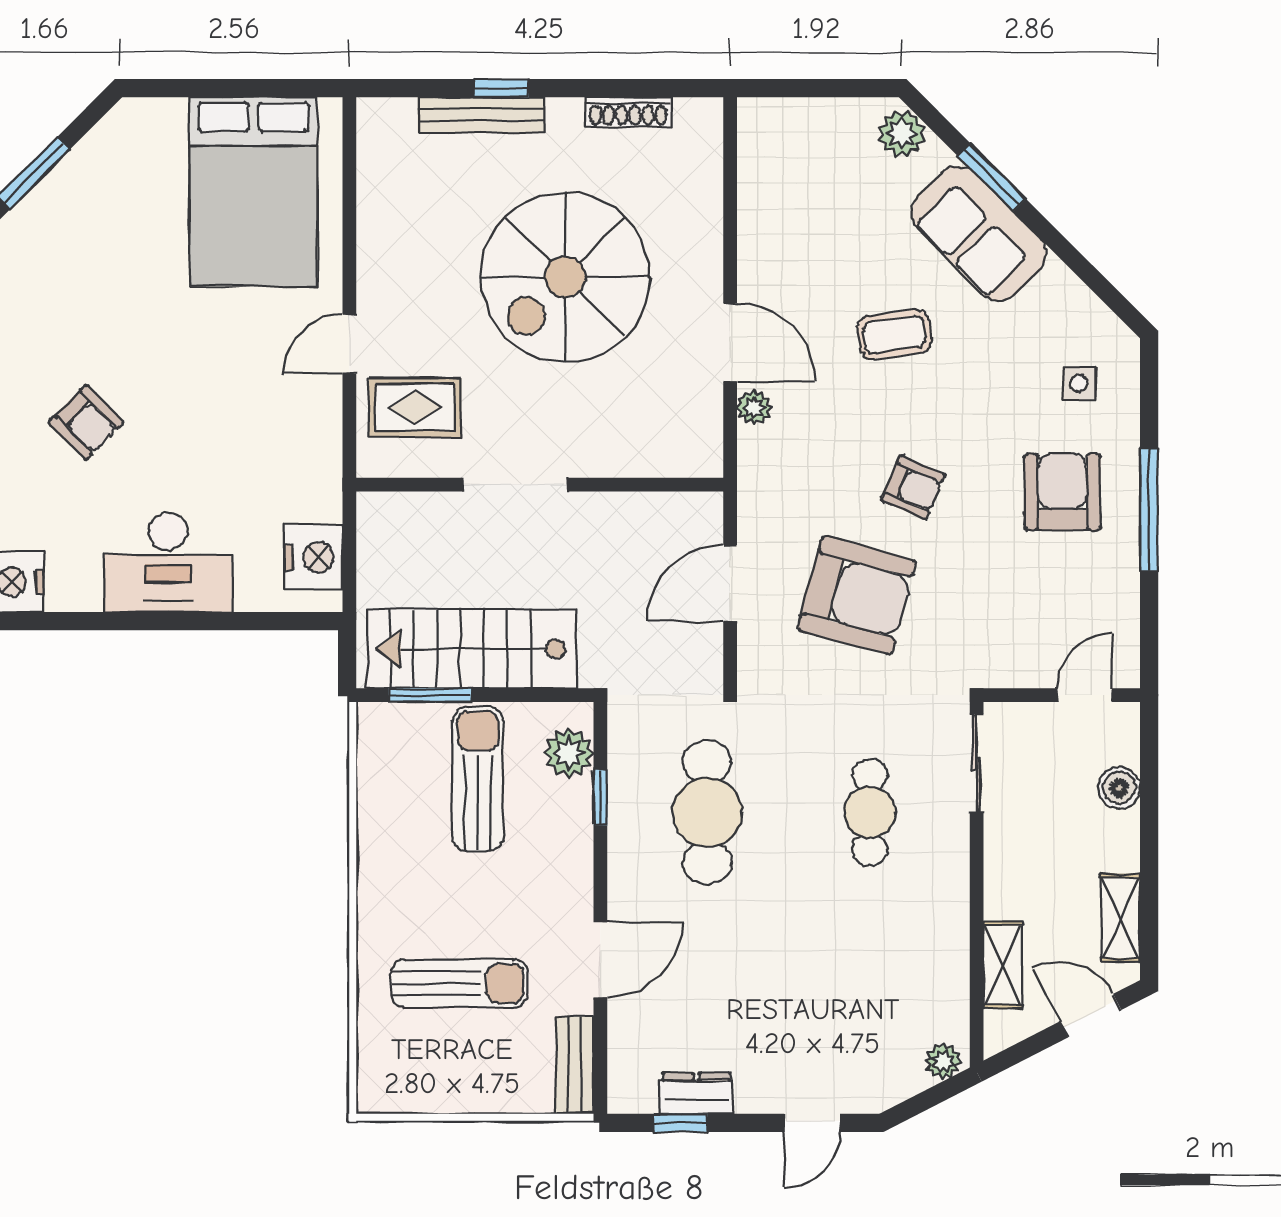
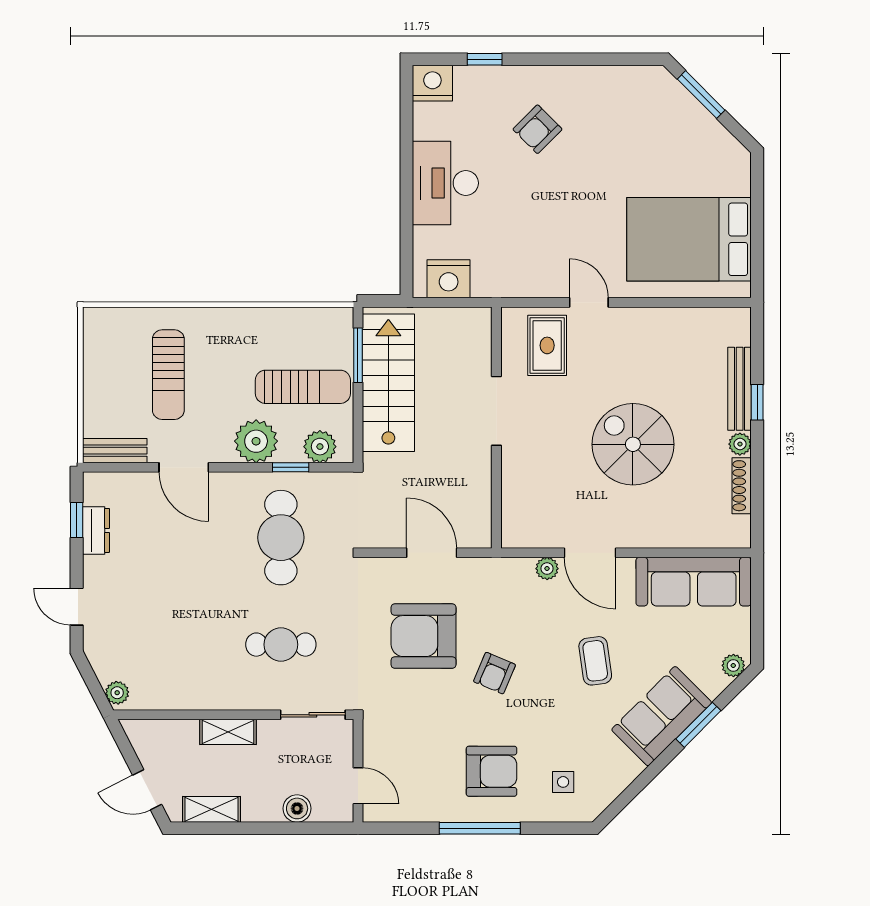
plant: (565, 114) -> (740, 444), added
plant: (902, 134) -> (733, 665), width x0.73, depth x0.73
sofa: (774, 185) -> (694, 582), added
spiral stairs: (565, 277) -> (633, 444), width x0.73, depth x0.73
door: (730, 342) -> (590, 553), hinge flipped
armchair: (857, 595) -> (424, 636), turned 75
cafe table: (707, 812) -> (281, 538), turned 90
plant: (561, 850) -> (256, 441), added
shelving: (1003, 965) -> (228, 732), moved
door: (1091, 1016) -> (147, 790), swing flipped

